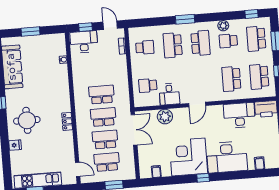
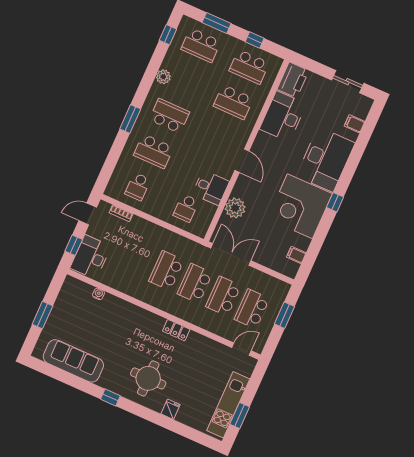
school desk: (228, 41) -> (185, 81), removed
school desk: (145, 47) -> (138, 187), turned 180

